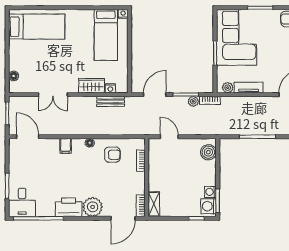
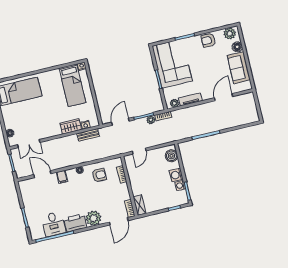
double door: (53, 95) -> (29, 144), moved
door: (28, 137) -> (42, 174), moved
door: (169, 137) -> (139, 151), swing flipped
desk: (22, 202) -> (54, 224), moved
washing machine: (209, 206) -> (176, 175), moved

